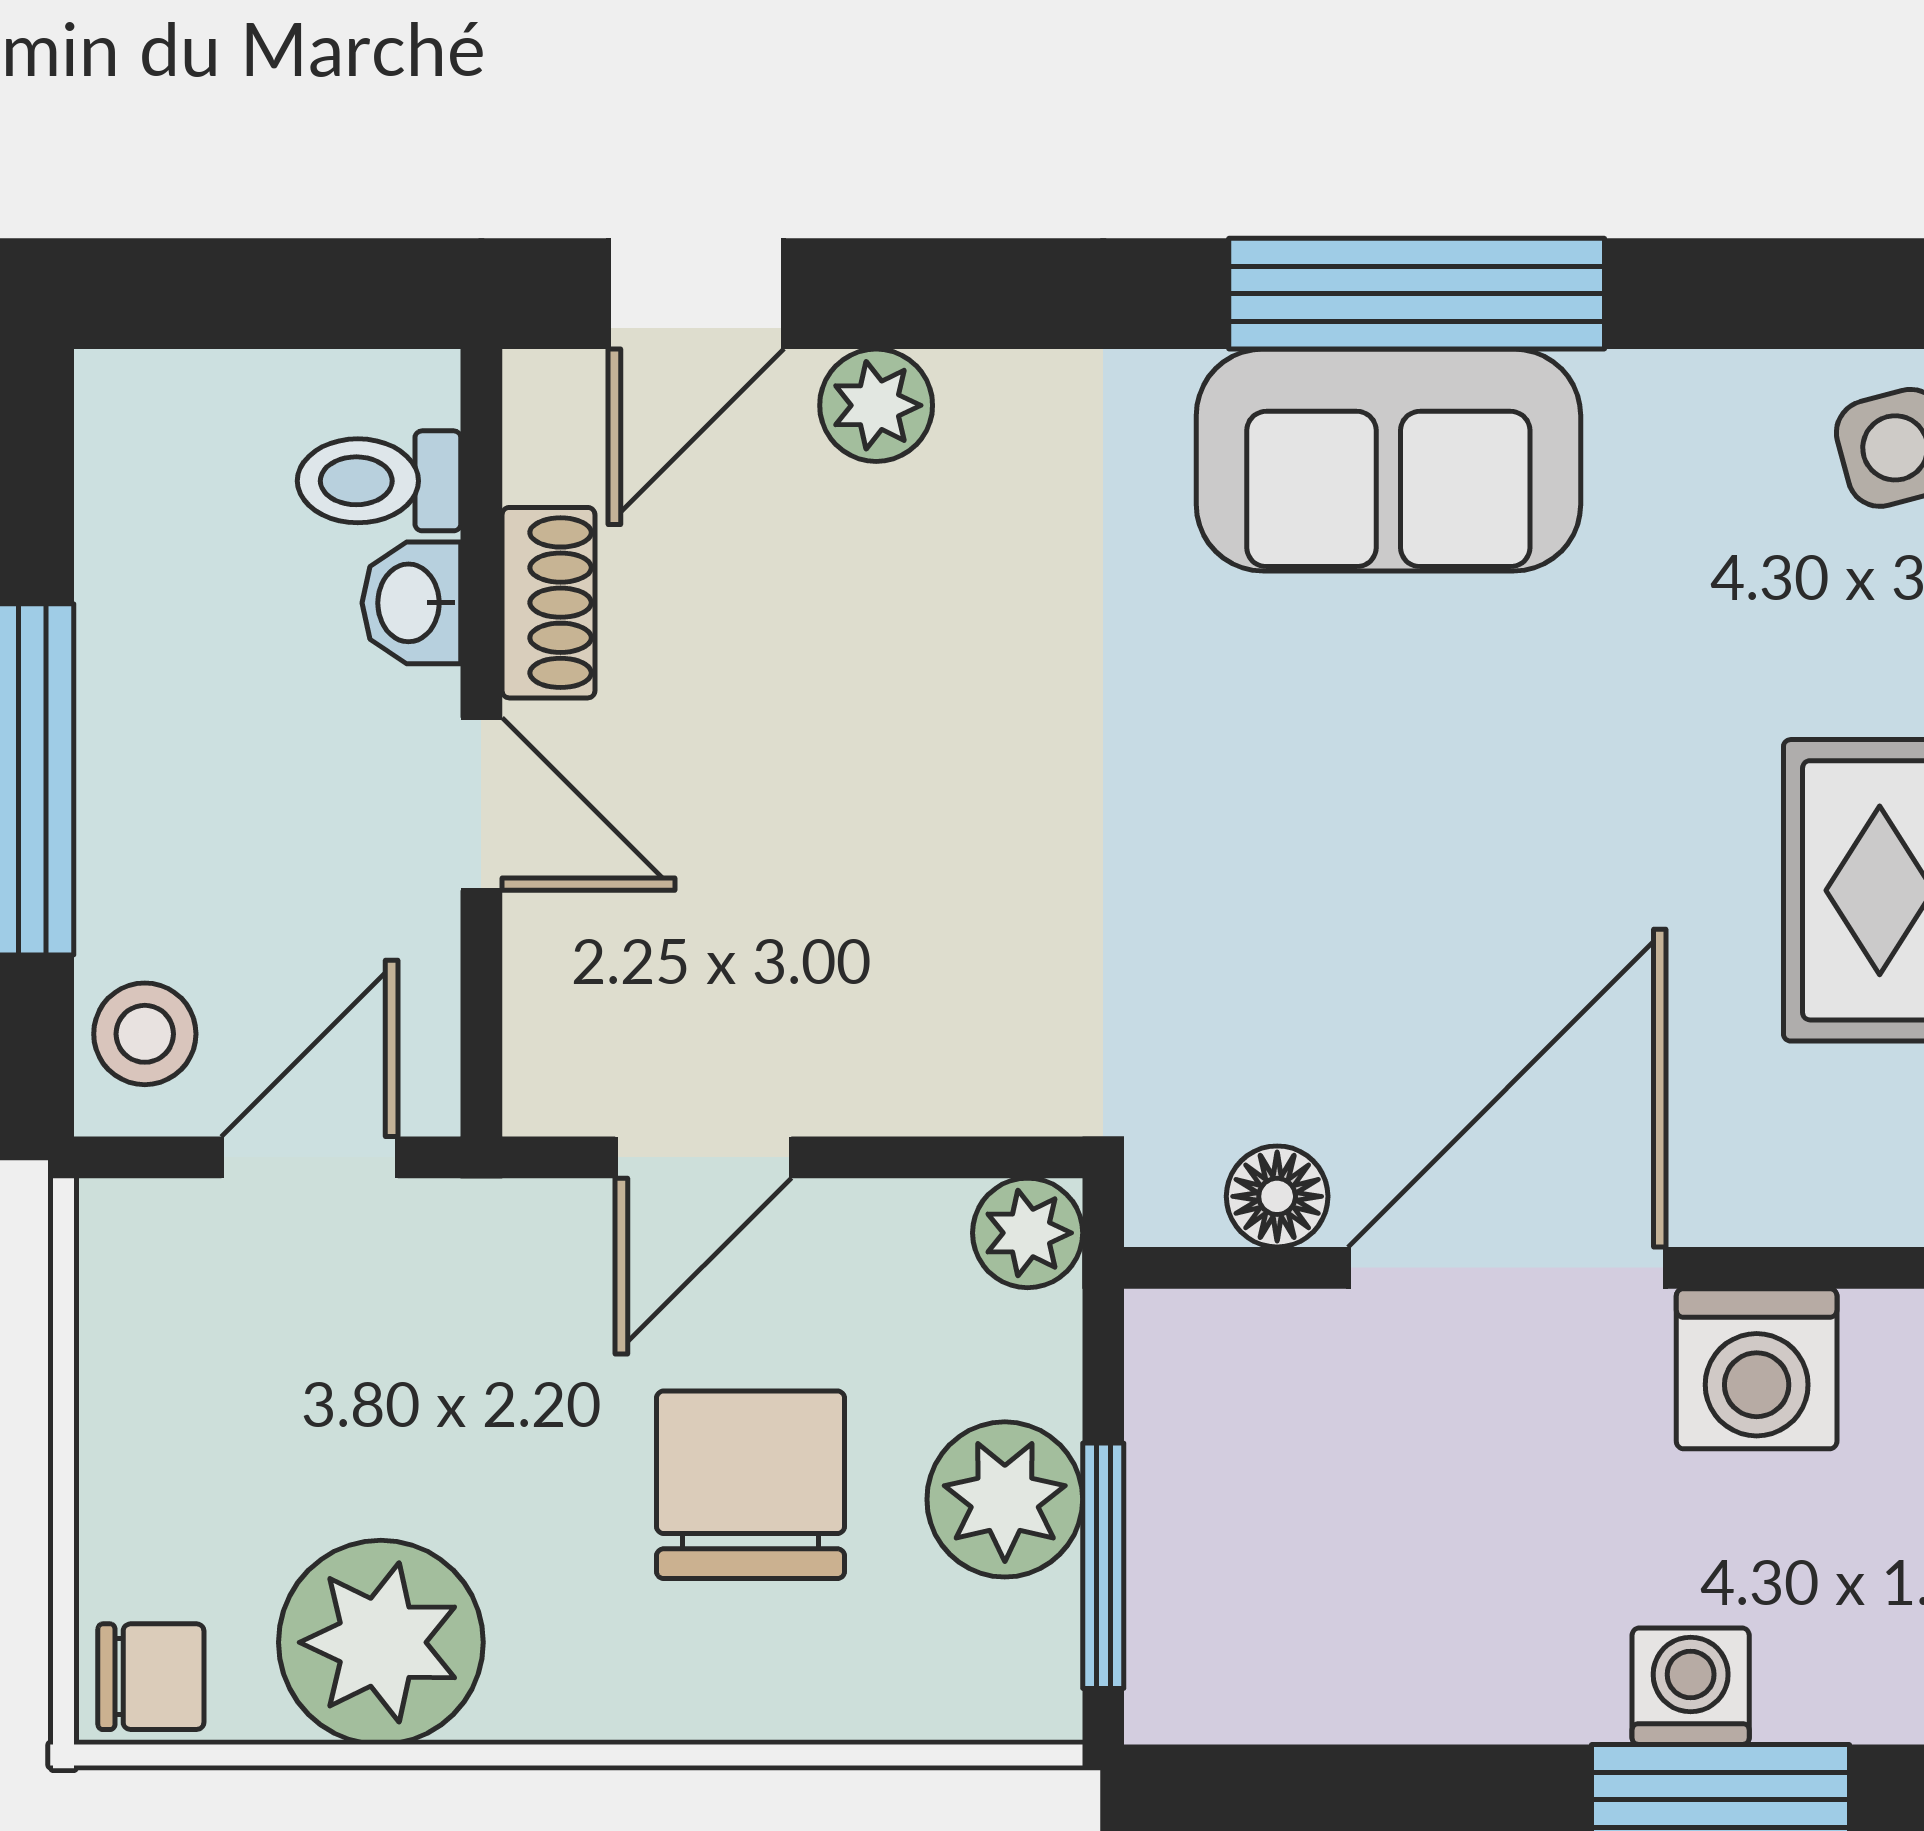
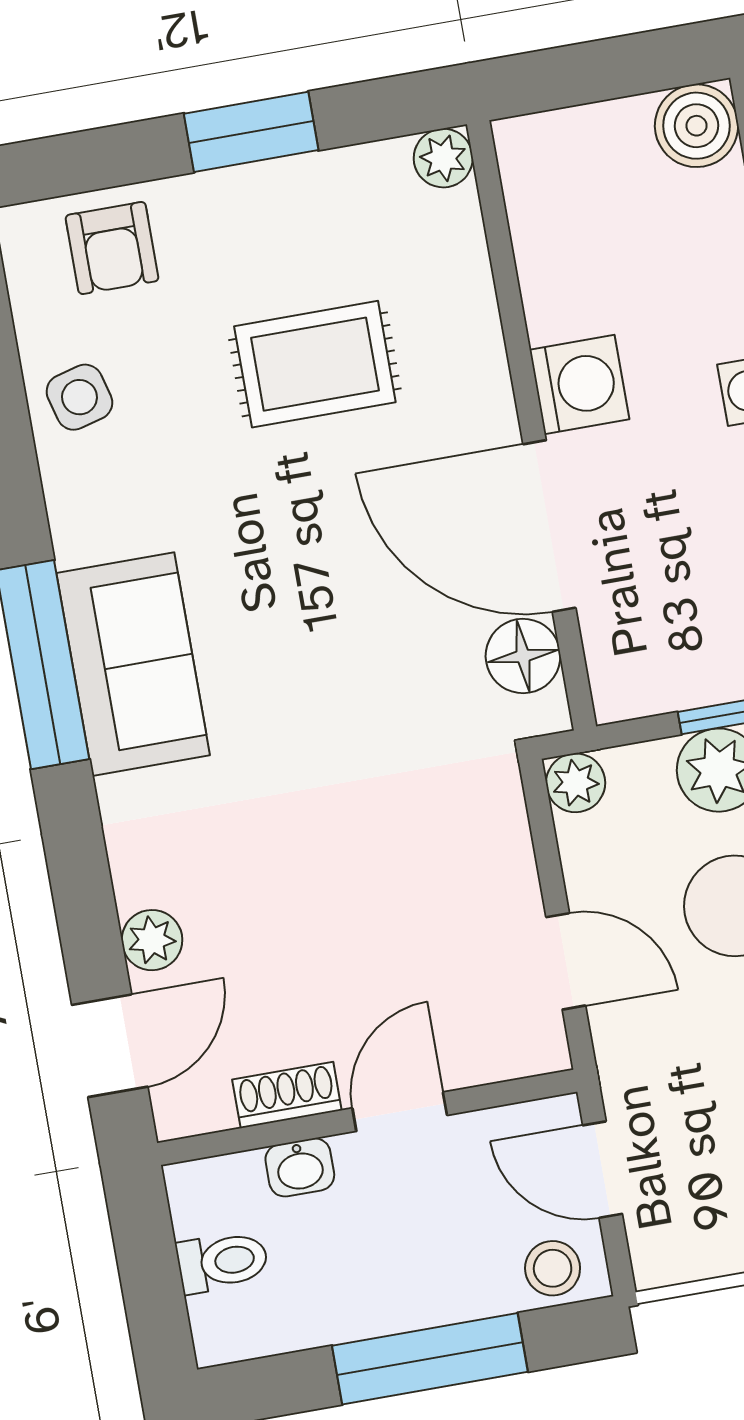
door: (696, 294) -> (110, 1046), hinge flipped
toilet: (379, 481) -> (222, 1262), moved, turned -90
floor lamp: (1277, 1196) -> (523, 656), width x1.37, depth x1.37

